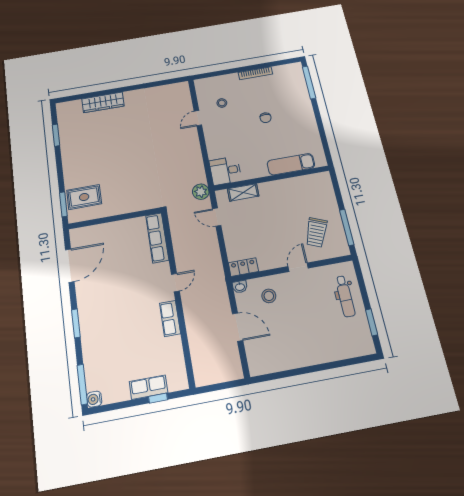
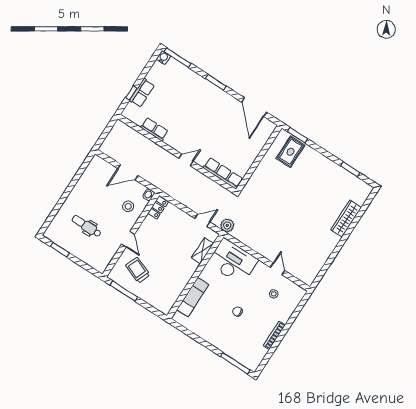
desk: (225, 171) -> (233, 261), width x1.87, depth x1.30
door: (175, 283) -> (186, 160), swing flipped
dental chair: (345, 296) -> (87, 226), moved
row of seats: (170, 318) -> (154, 129), moved

